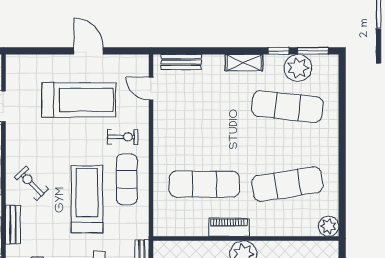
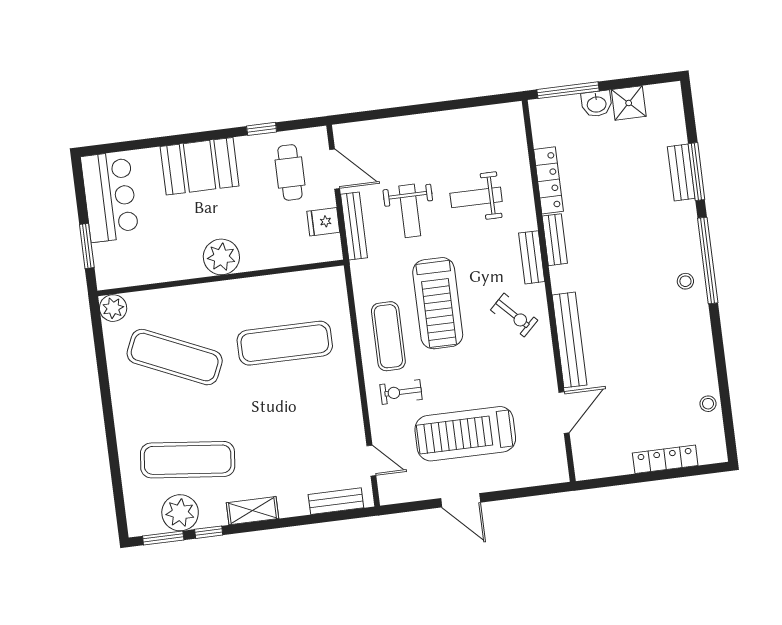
exercise mat: (287, 184) -> (175, 357), turned 33
piano: (229, 227) -> (245, 290), removed

